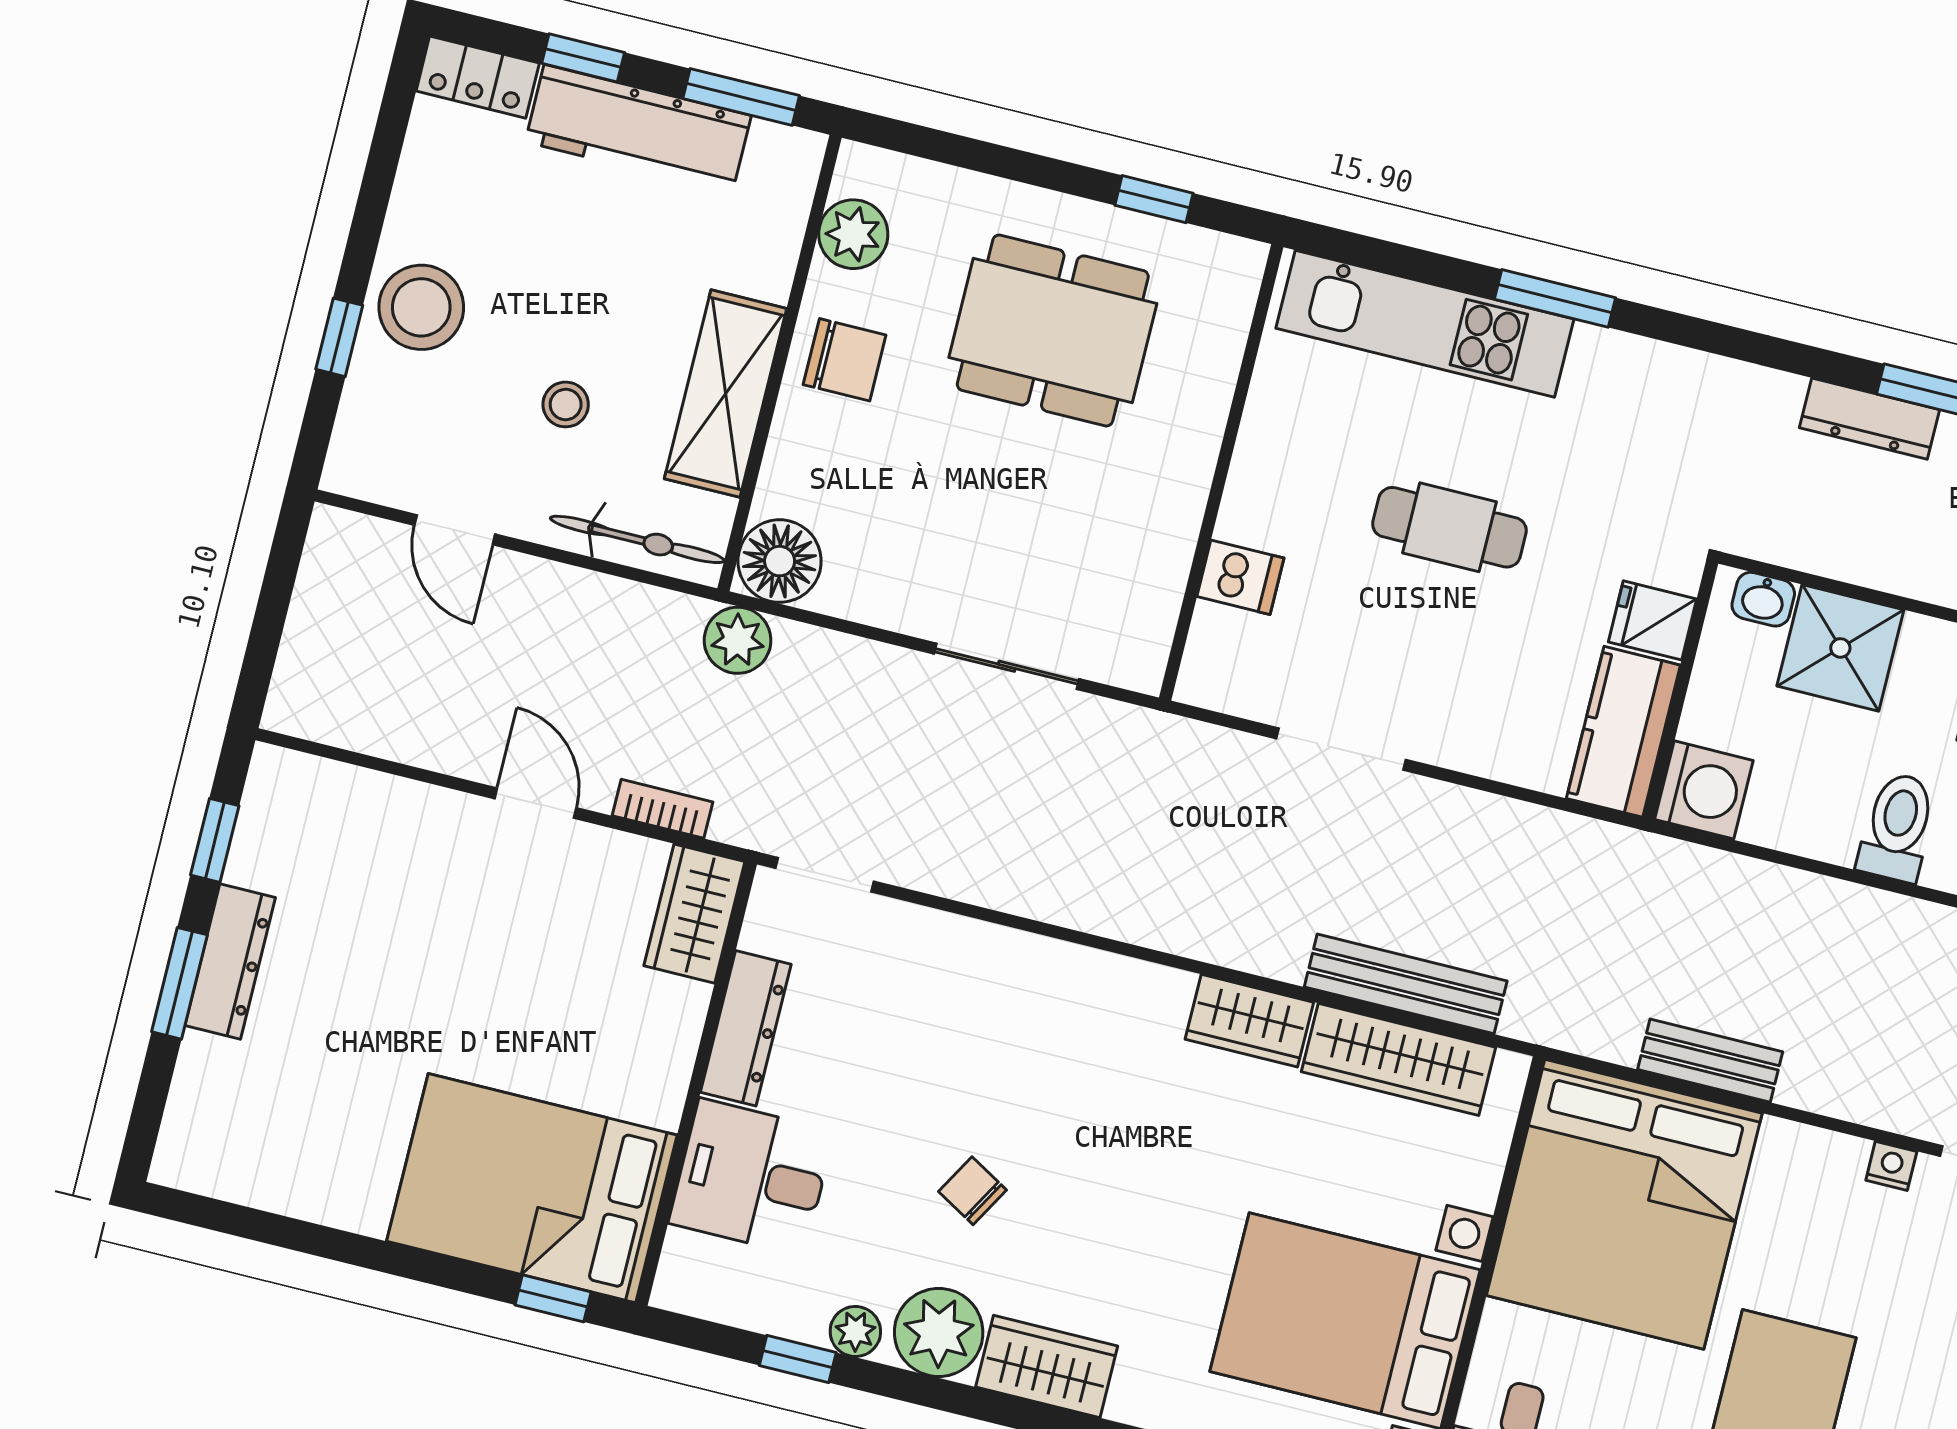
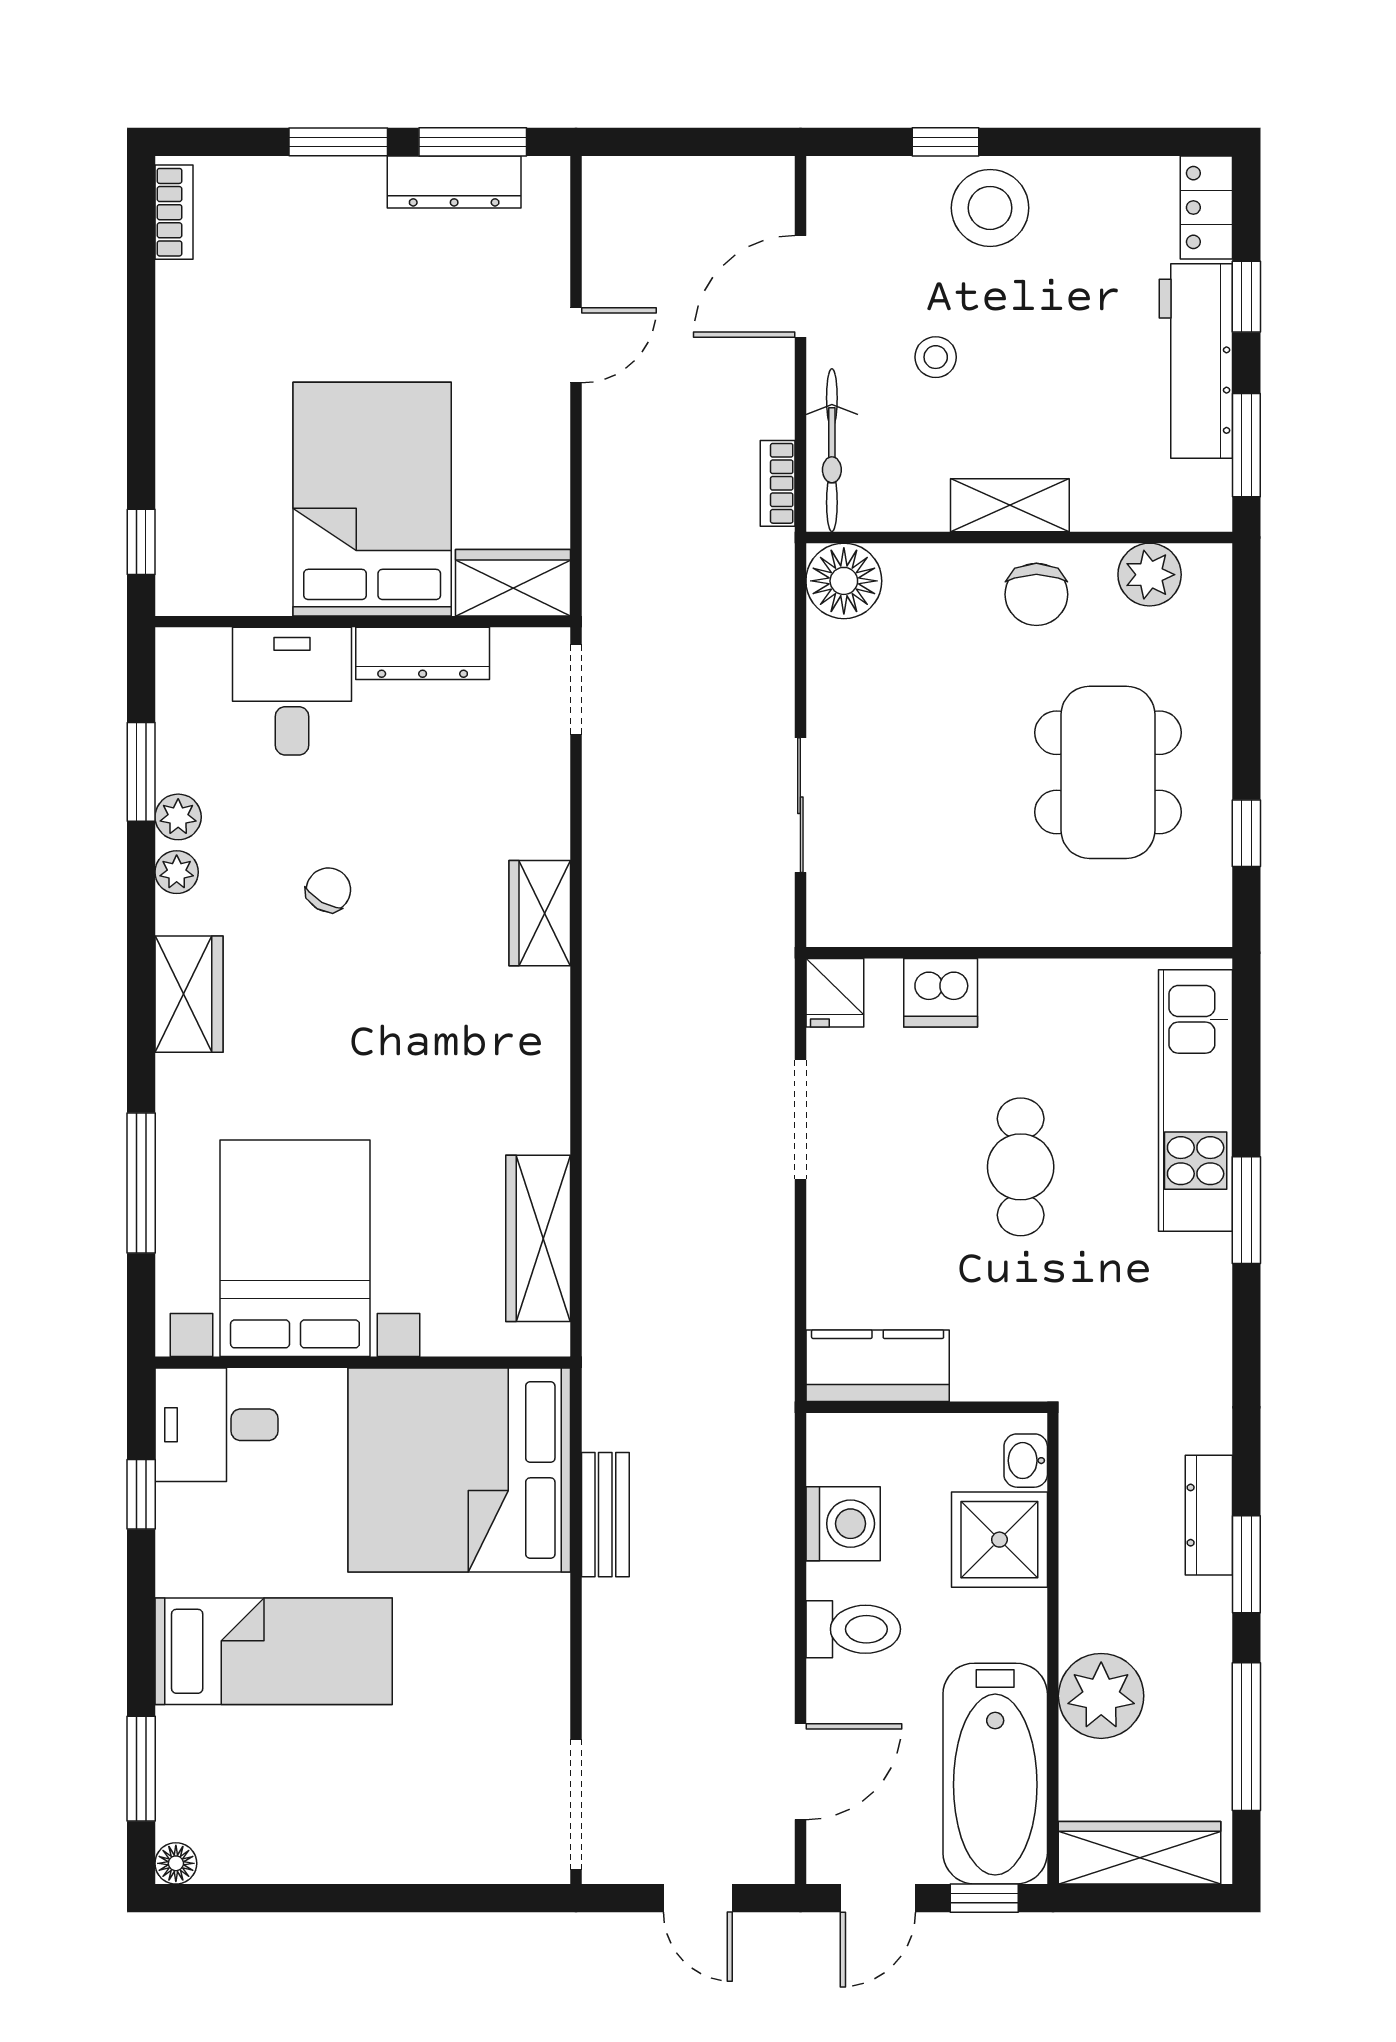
shelving: (725, 394) -> (1010, 505), width x0.67, depth x0.75
door: (455, 530) -> (800, 286), width x1.38
dishwasher: (1240, 577) -> (941, 993), width x1.38
fridge: (1653, 620) -> (835, 993), moved, turned 180
plant: (738, 640) -> (764, 561), removed
washing machine: (1704, 790) -> (843, 1524), moved, turned -90
door: (536, 803) -> (576, 345), moved
bookcase: (662, 809) -> (778, 483), moved, turned 180
window: (215, 840) -> (473, 142), width x1.50
dresser: (230, 961) -> (454, 182), moved
bench: (1406, 984) -> (607, 1228), removed
wardrobe: (1249, 1021) -> (540, 913), moved
nightstand: (1891, 1166) -> (552, 1698), removed
bookcase: (211, 1177) -> (174, 212), added
bed: (532, 1188) -> (372, 499), moved
plant: (939, 1332) -> (177, 872), width x0.53, depth x0.53
window: (798, 1359) -> (141, 772), width x1.50

